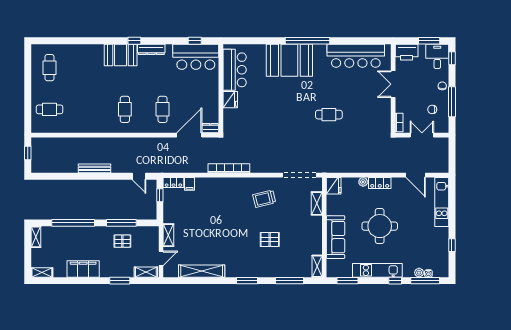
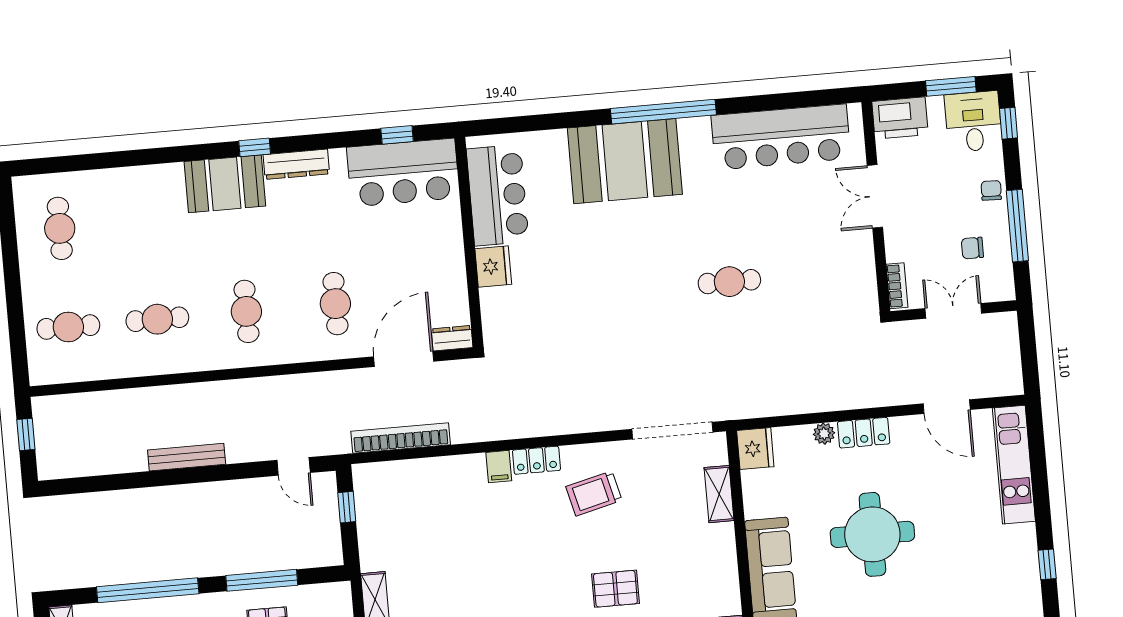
cafe table: (87, 109) -> (157, 319), added
bookcase: (229, 168) -> (401, 438), moved
locker: (173, 183) -> (536, 460), moved
filing cabinet: (190, 184) -> (499, 467), moved

